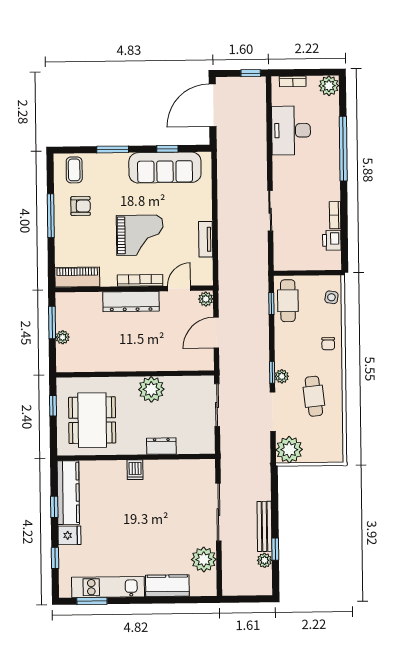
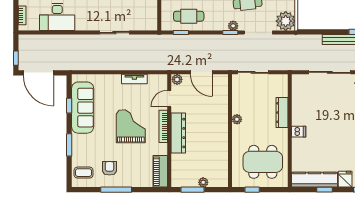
window: (251, 73) -> (16, 58), moved
door: (179, 288) -> (169, 99), hinge flipped
cafe table: (288, 301) -> (189, 16), moved
plant: (151, 389) -> (237, 119), width x0.53, depth x0.53
dresser: (161, 446) -> (282, 113), width x1.44

